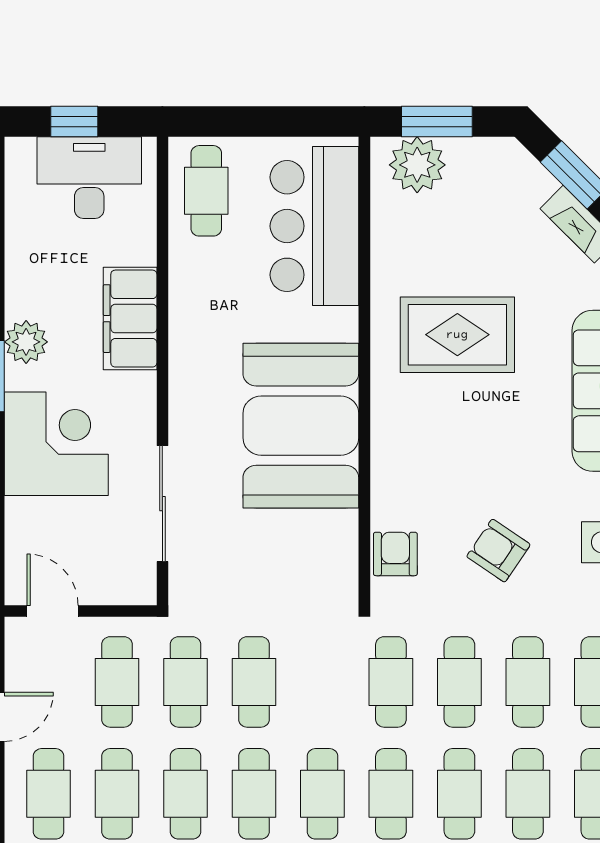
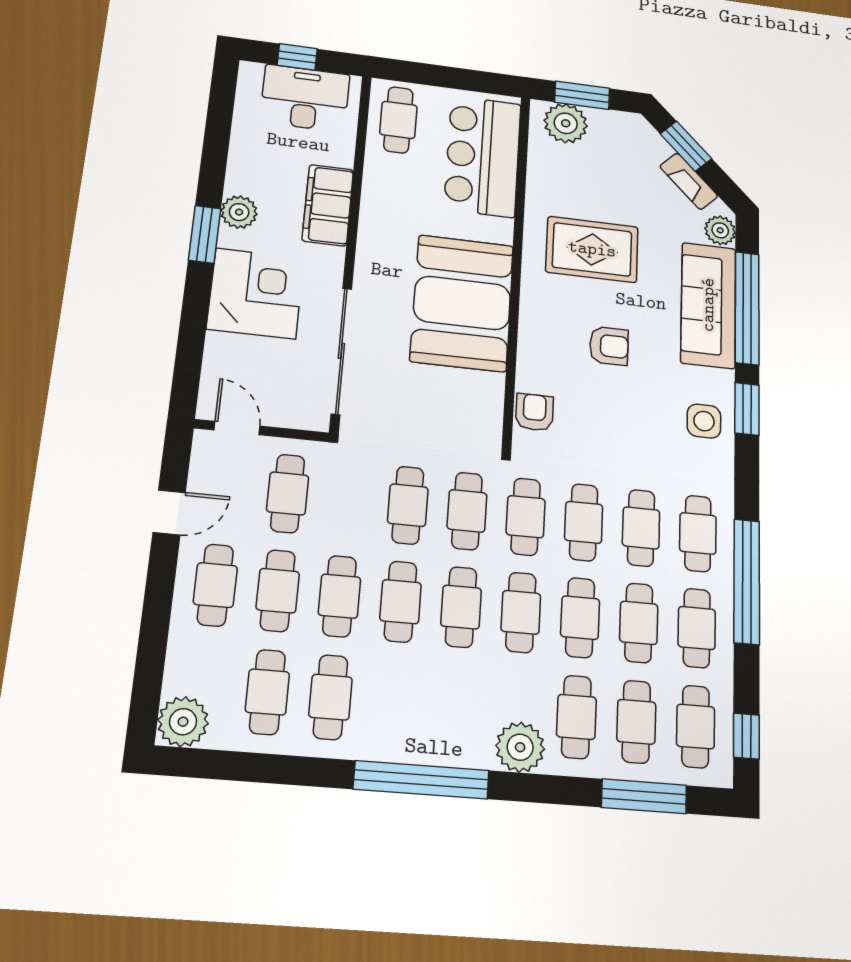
sliding door: (162, 504) -> (341, 351), width x1.36
armchair: (498, 551) -> (609, 346), moved, turned 146
cafe table: (185, 682) -> (467, 511), moved

